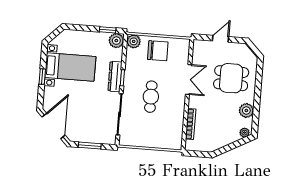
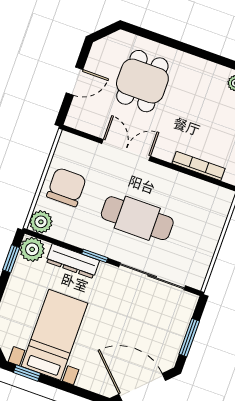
door: (220, 39) -> (74, 81), swing flipped
window: (42, 77) -> (27, 373), moved
dresser: (115, 77) -> (73, 261), moved
cafe table: (151, 97) -> (137, 218), width x1.37, depth x1.35
plant: (246, 110) -> (201, 71), removed

